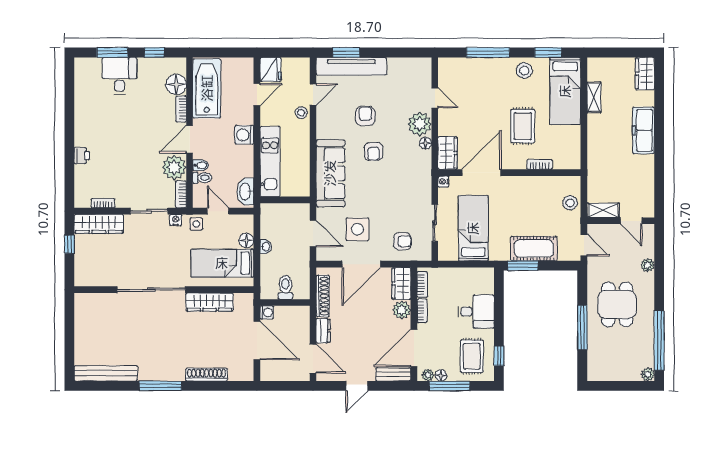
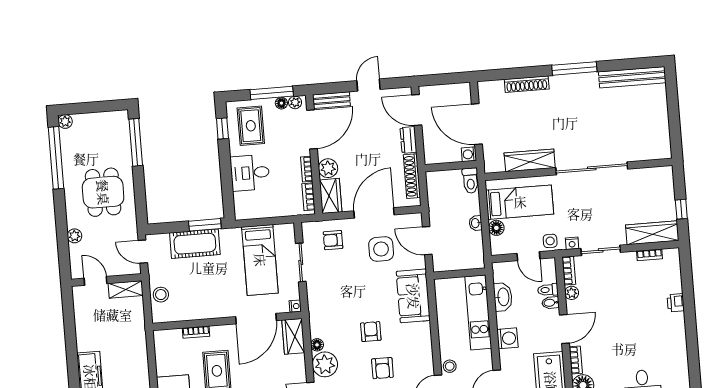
plant: (174, 167) -> (572, 293), width x0.53, depth x0.53
sofa: (330, 173) -> (413, 296), width x0.73
washbasin: (245, 192) -> (503, 297), moved
toilet: (285, 287) -> (470, 181), moved
window: (582, 327) -> (136, 142), moved

